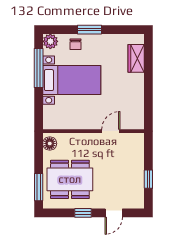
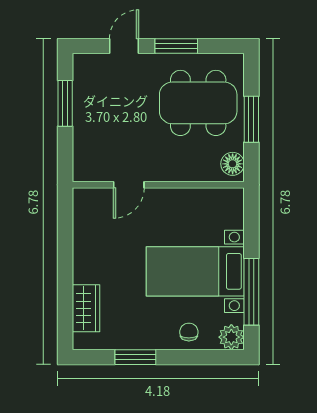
window: (90, 30) -> (135, 357), moved
window: (148, 179) -> (65, 103), width x1.50
window: (39, 187) -> (251, 119), moved
window: (83, 213) -> (176, 46), width x1.50

